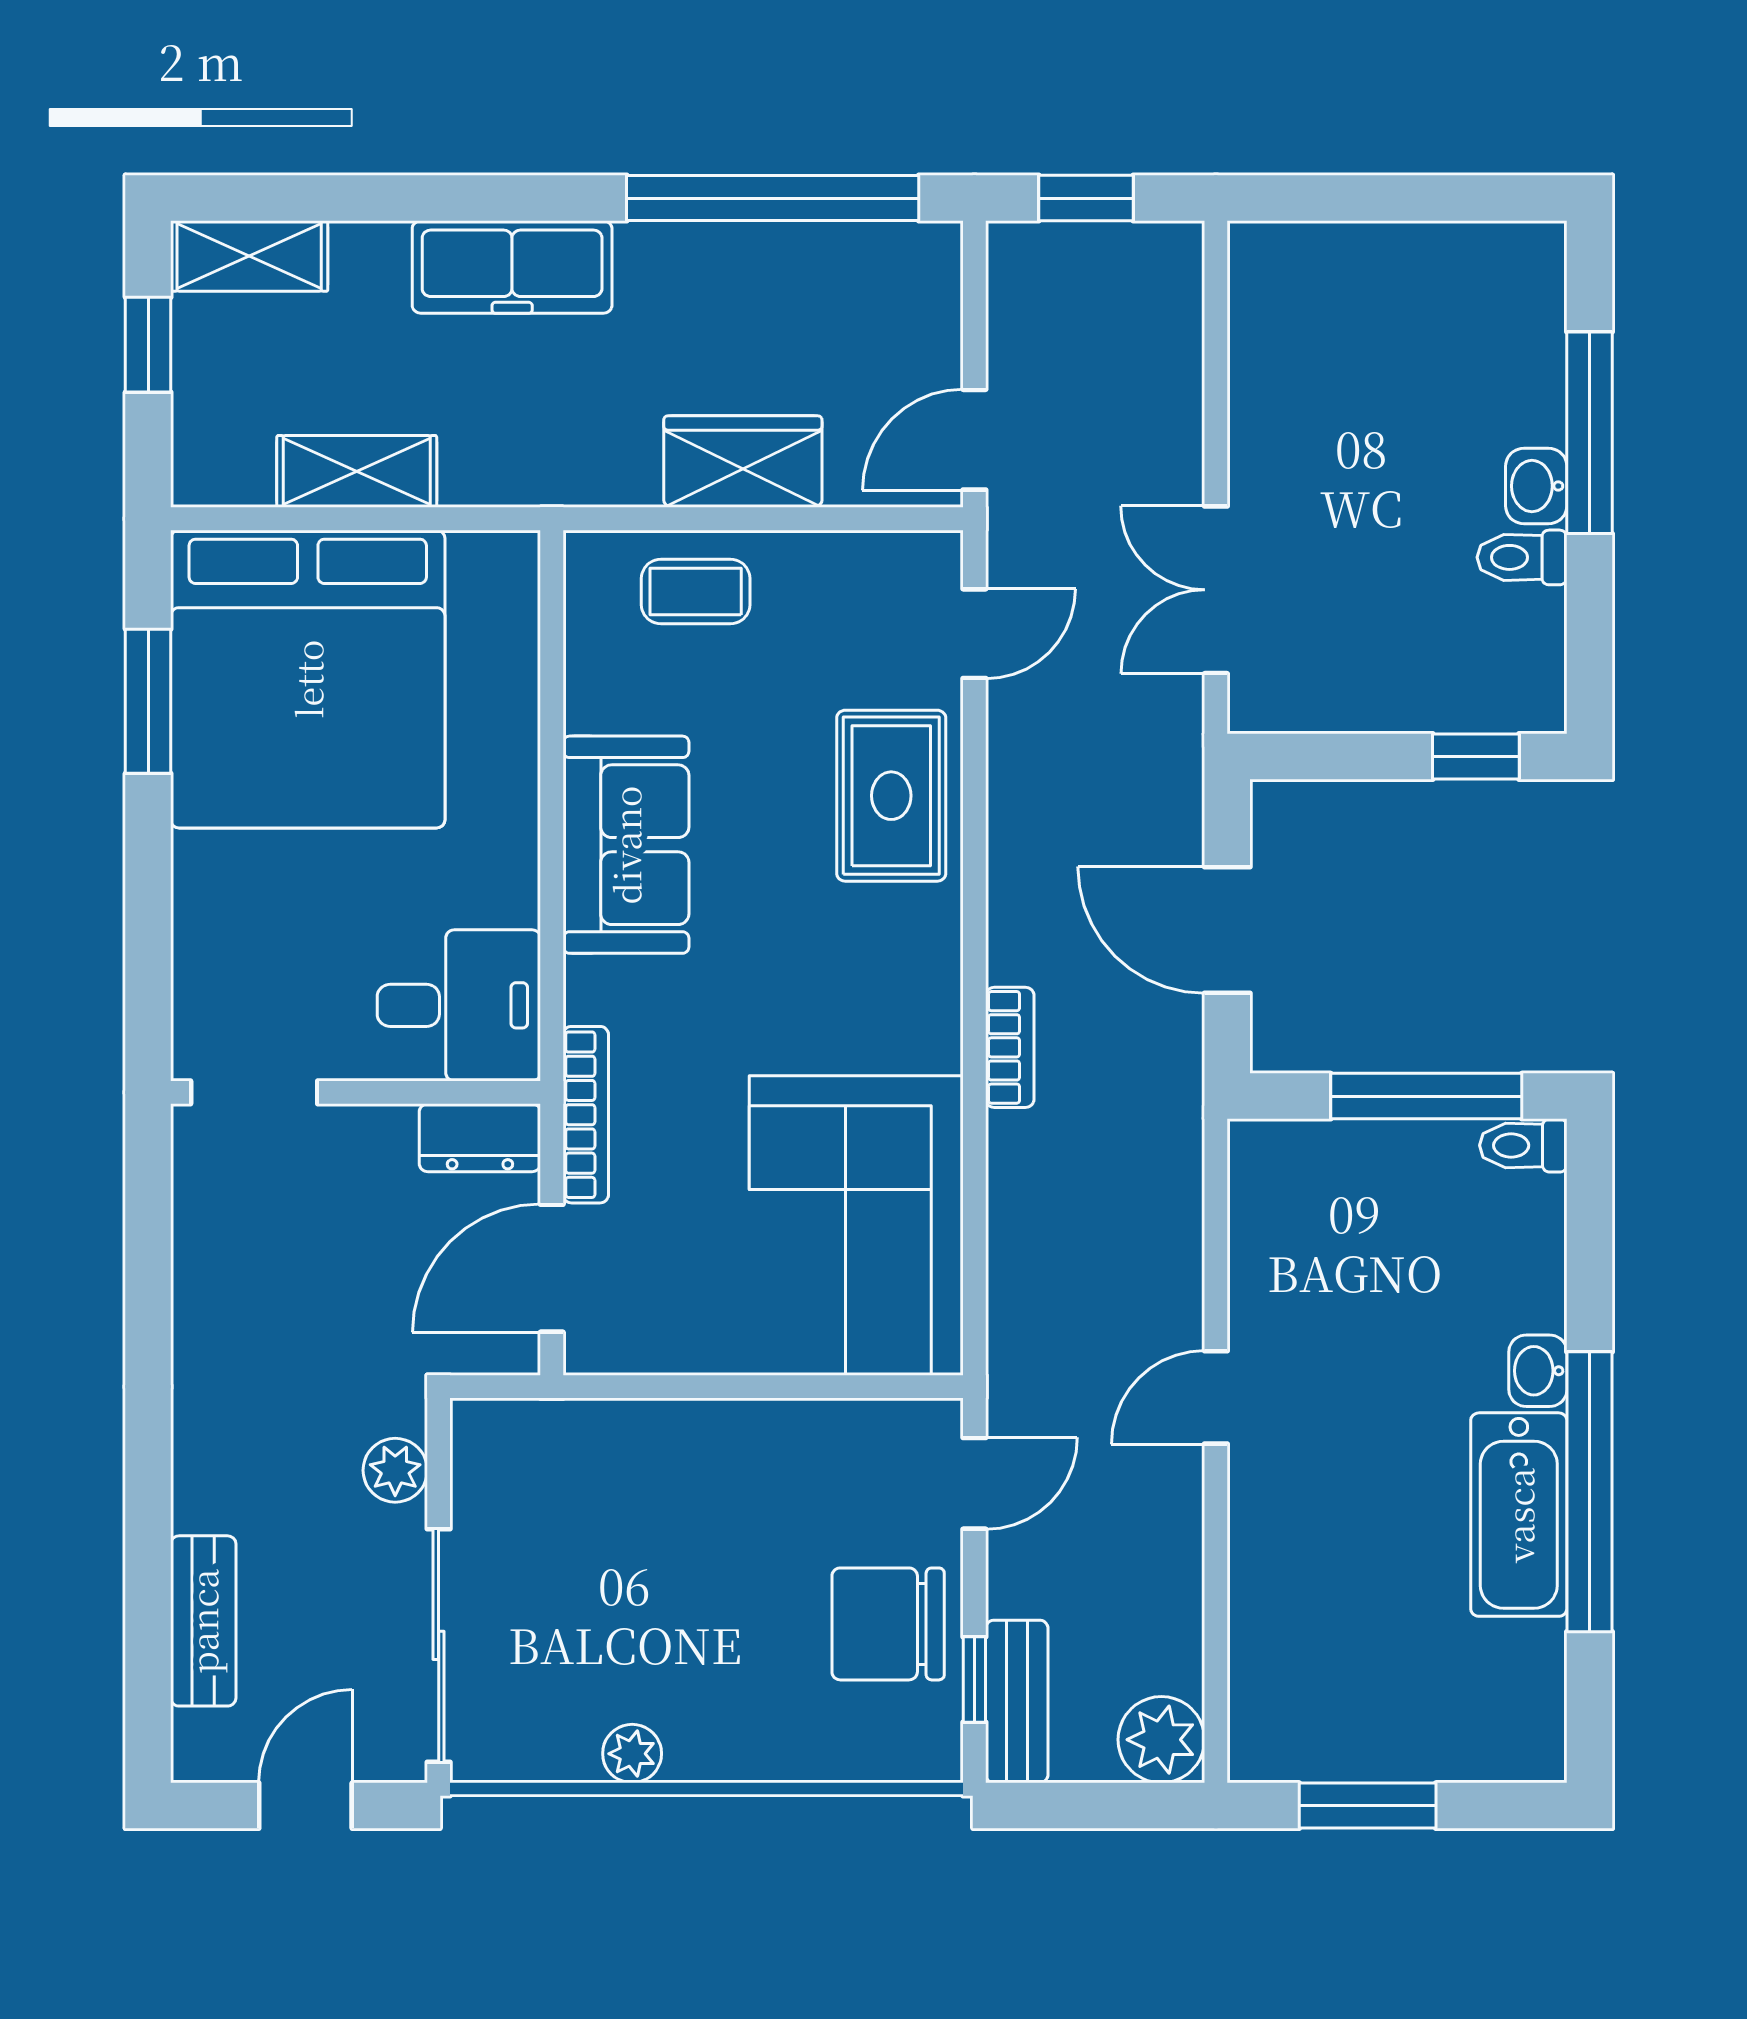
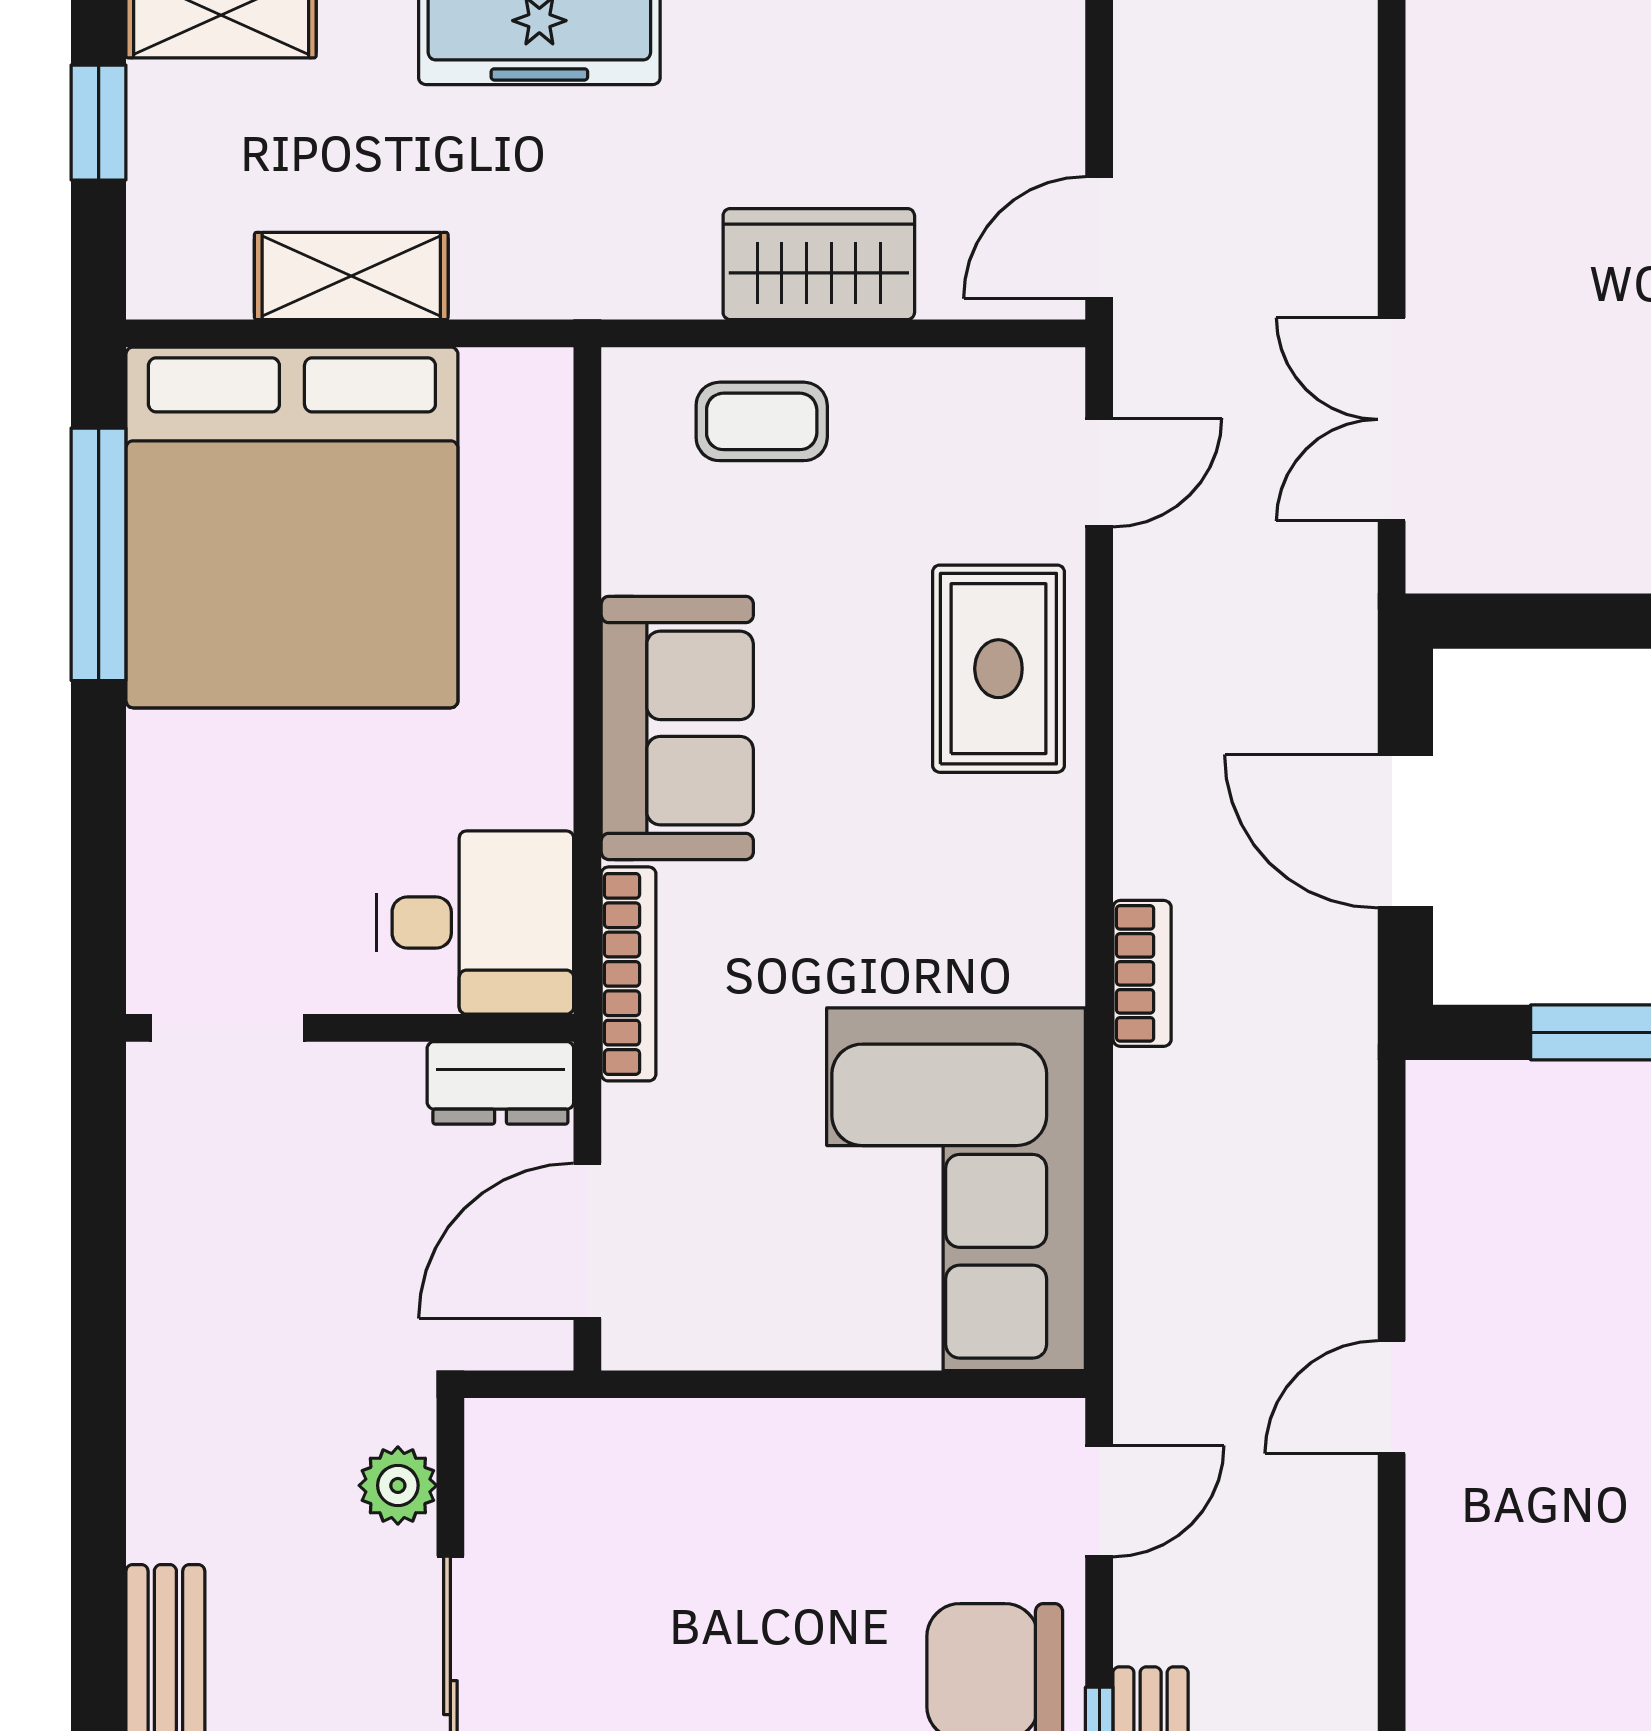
window: (148, 701) -> (99, 554), width x1.44
bookcase: (586, 1115) -> (629, 974), moved

